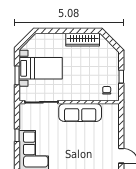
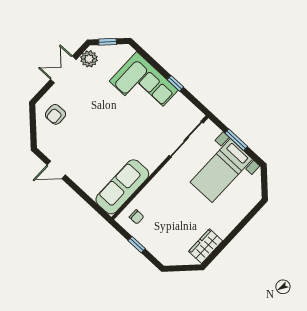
wardrobe: (83, 40) -> (206, 246), width x0.67
sofa: (80, 113) -> (122, 187), moved

